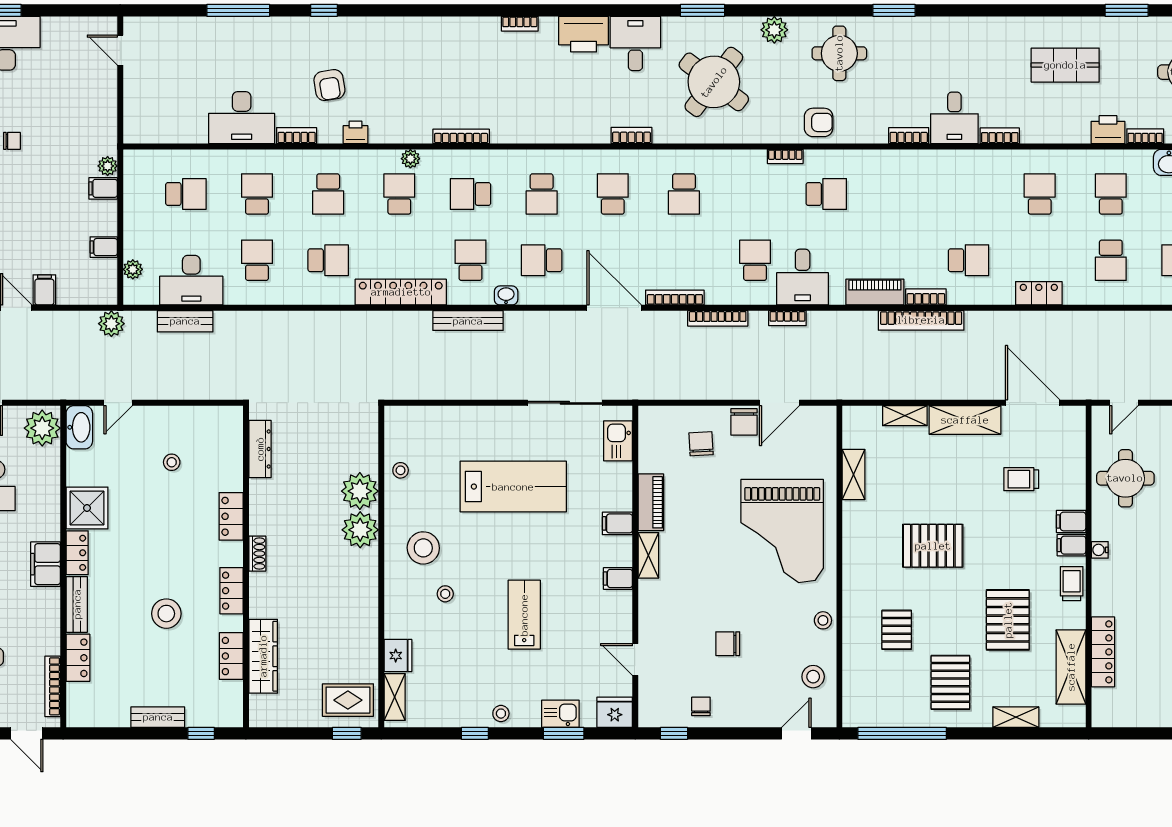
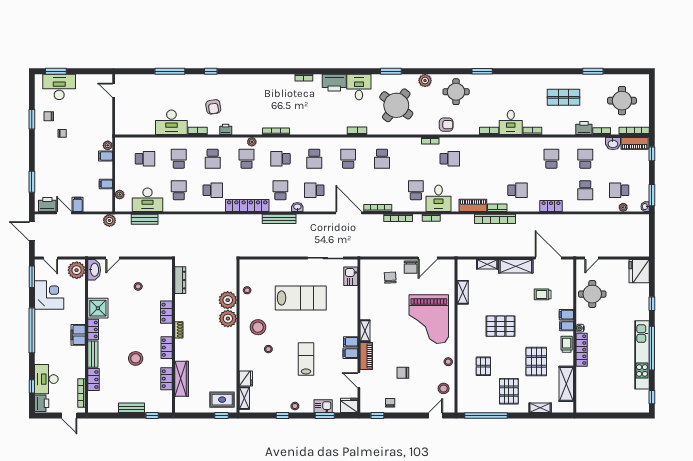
piano: (651, 502) -> (366, 356), moved
filing cabinet: (617, 523) -> (350, 353), moved
locker: (1103, 652) -> (582, 350), moved

